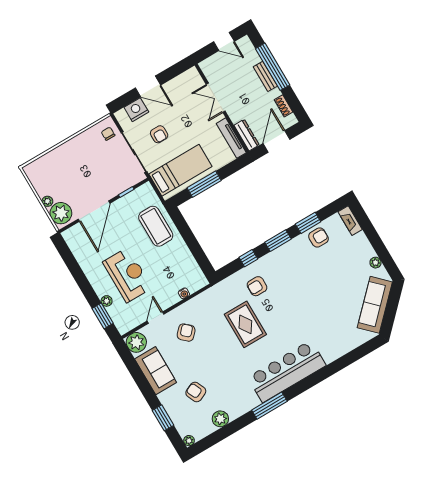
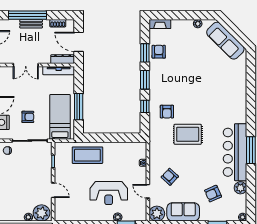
door: (94, 211) -> (53, 190), width x0.53
reception desk: (127, 275) -> (109, 193), turned 180
bar counter: (287, 371) -> (235, 152), moved

